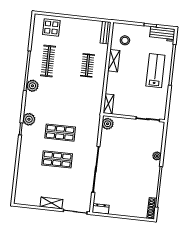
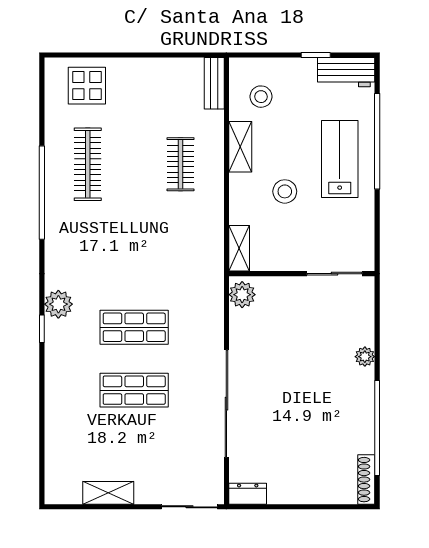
stool: (131, 82) -> (285, 191), added
plant: (32, 86) -> (58, 226), removed
shelving: (51, 203) -> (108, 493), moved

